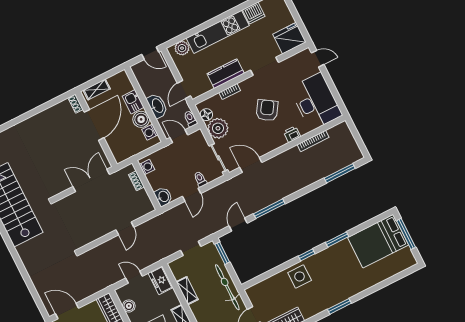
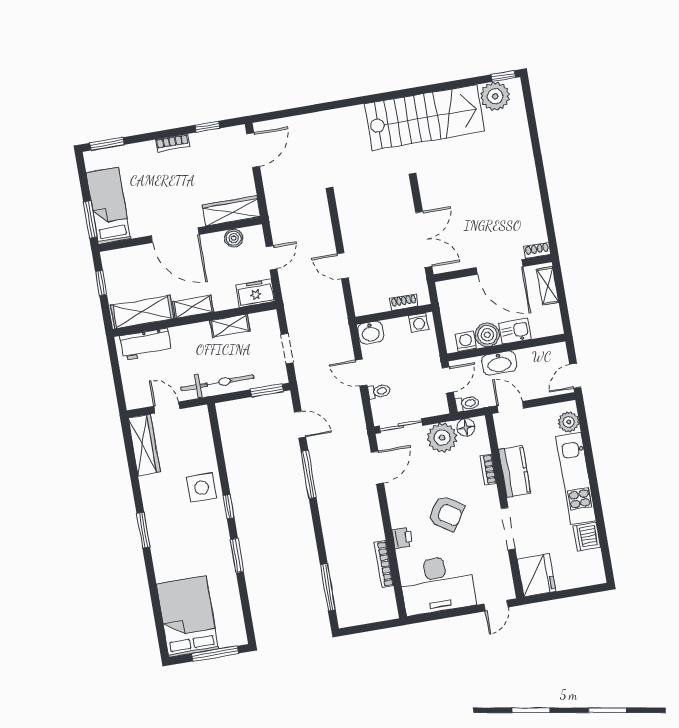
bed: (378, 241) -> (187, 617), moved

